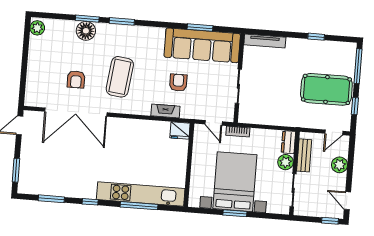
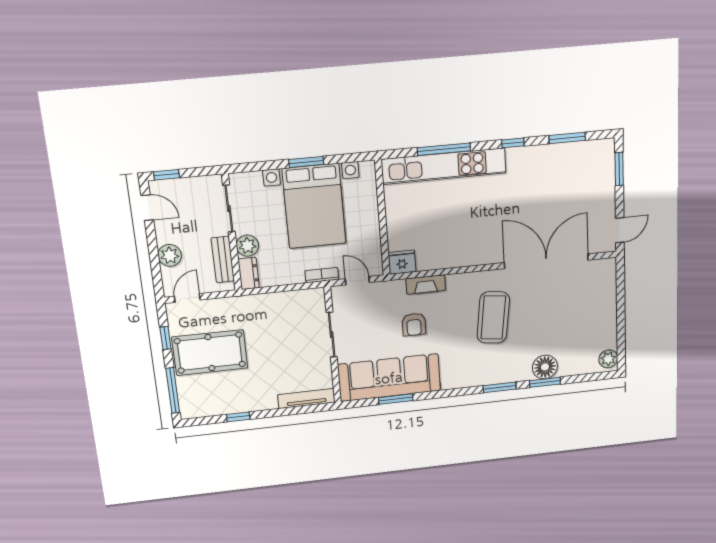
armchair: (76, 79) -> (551, 304), removed

